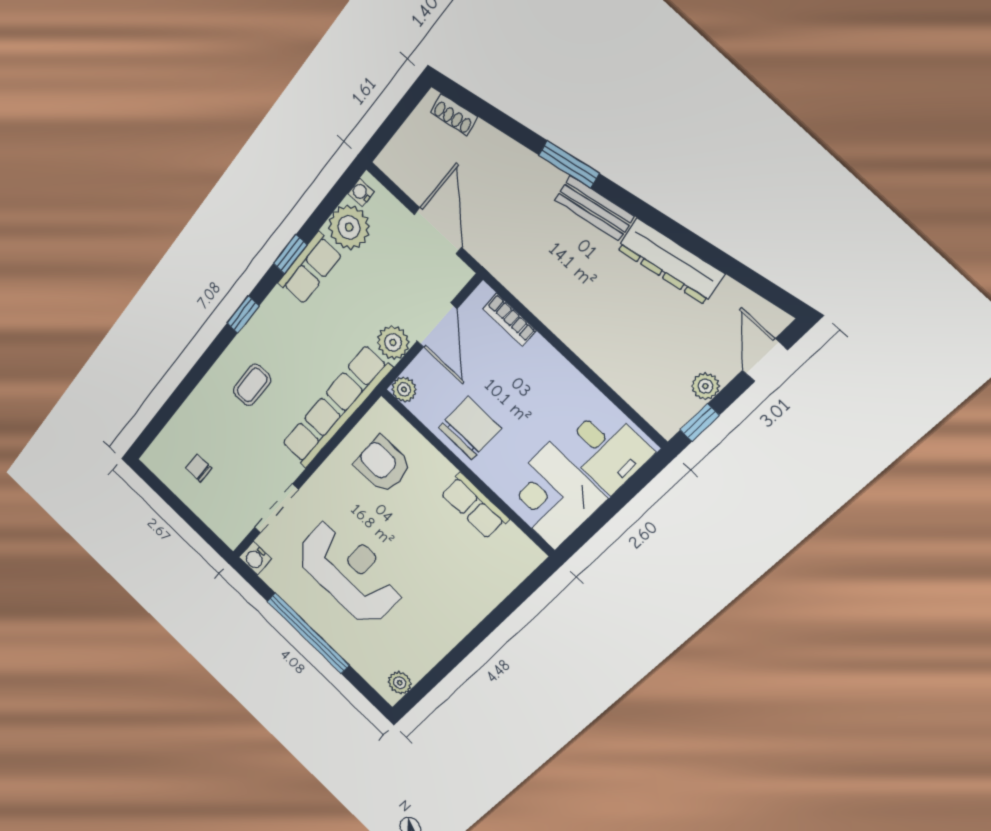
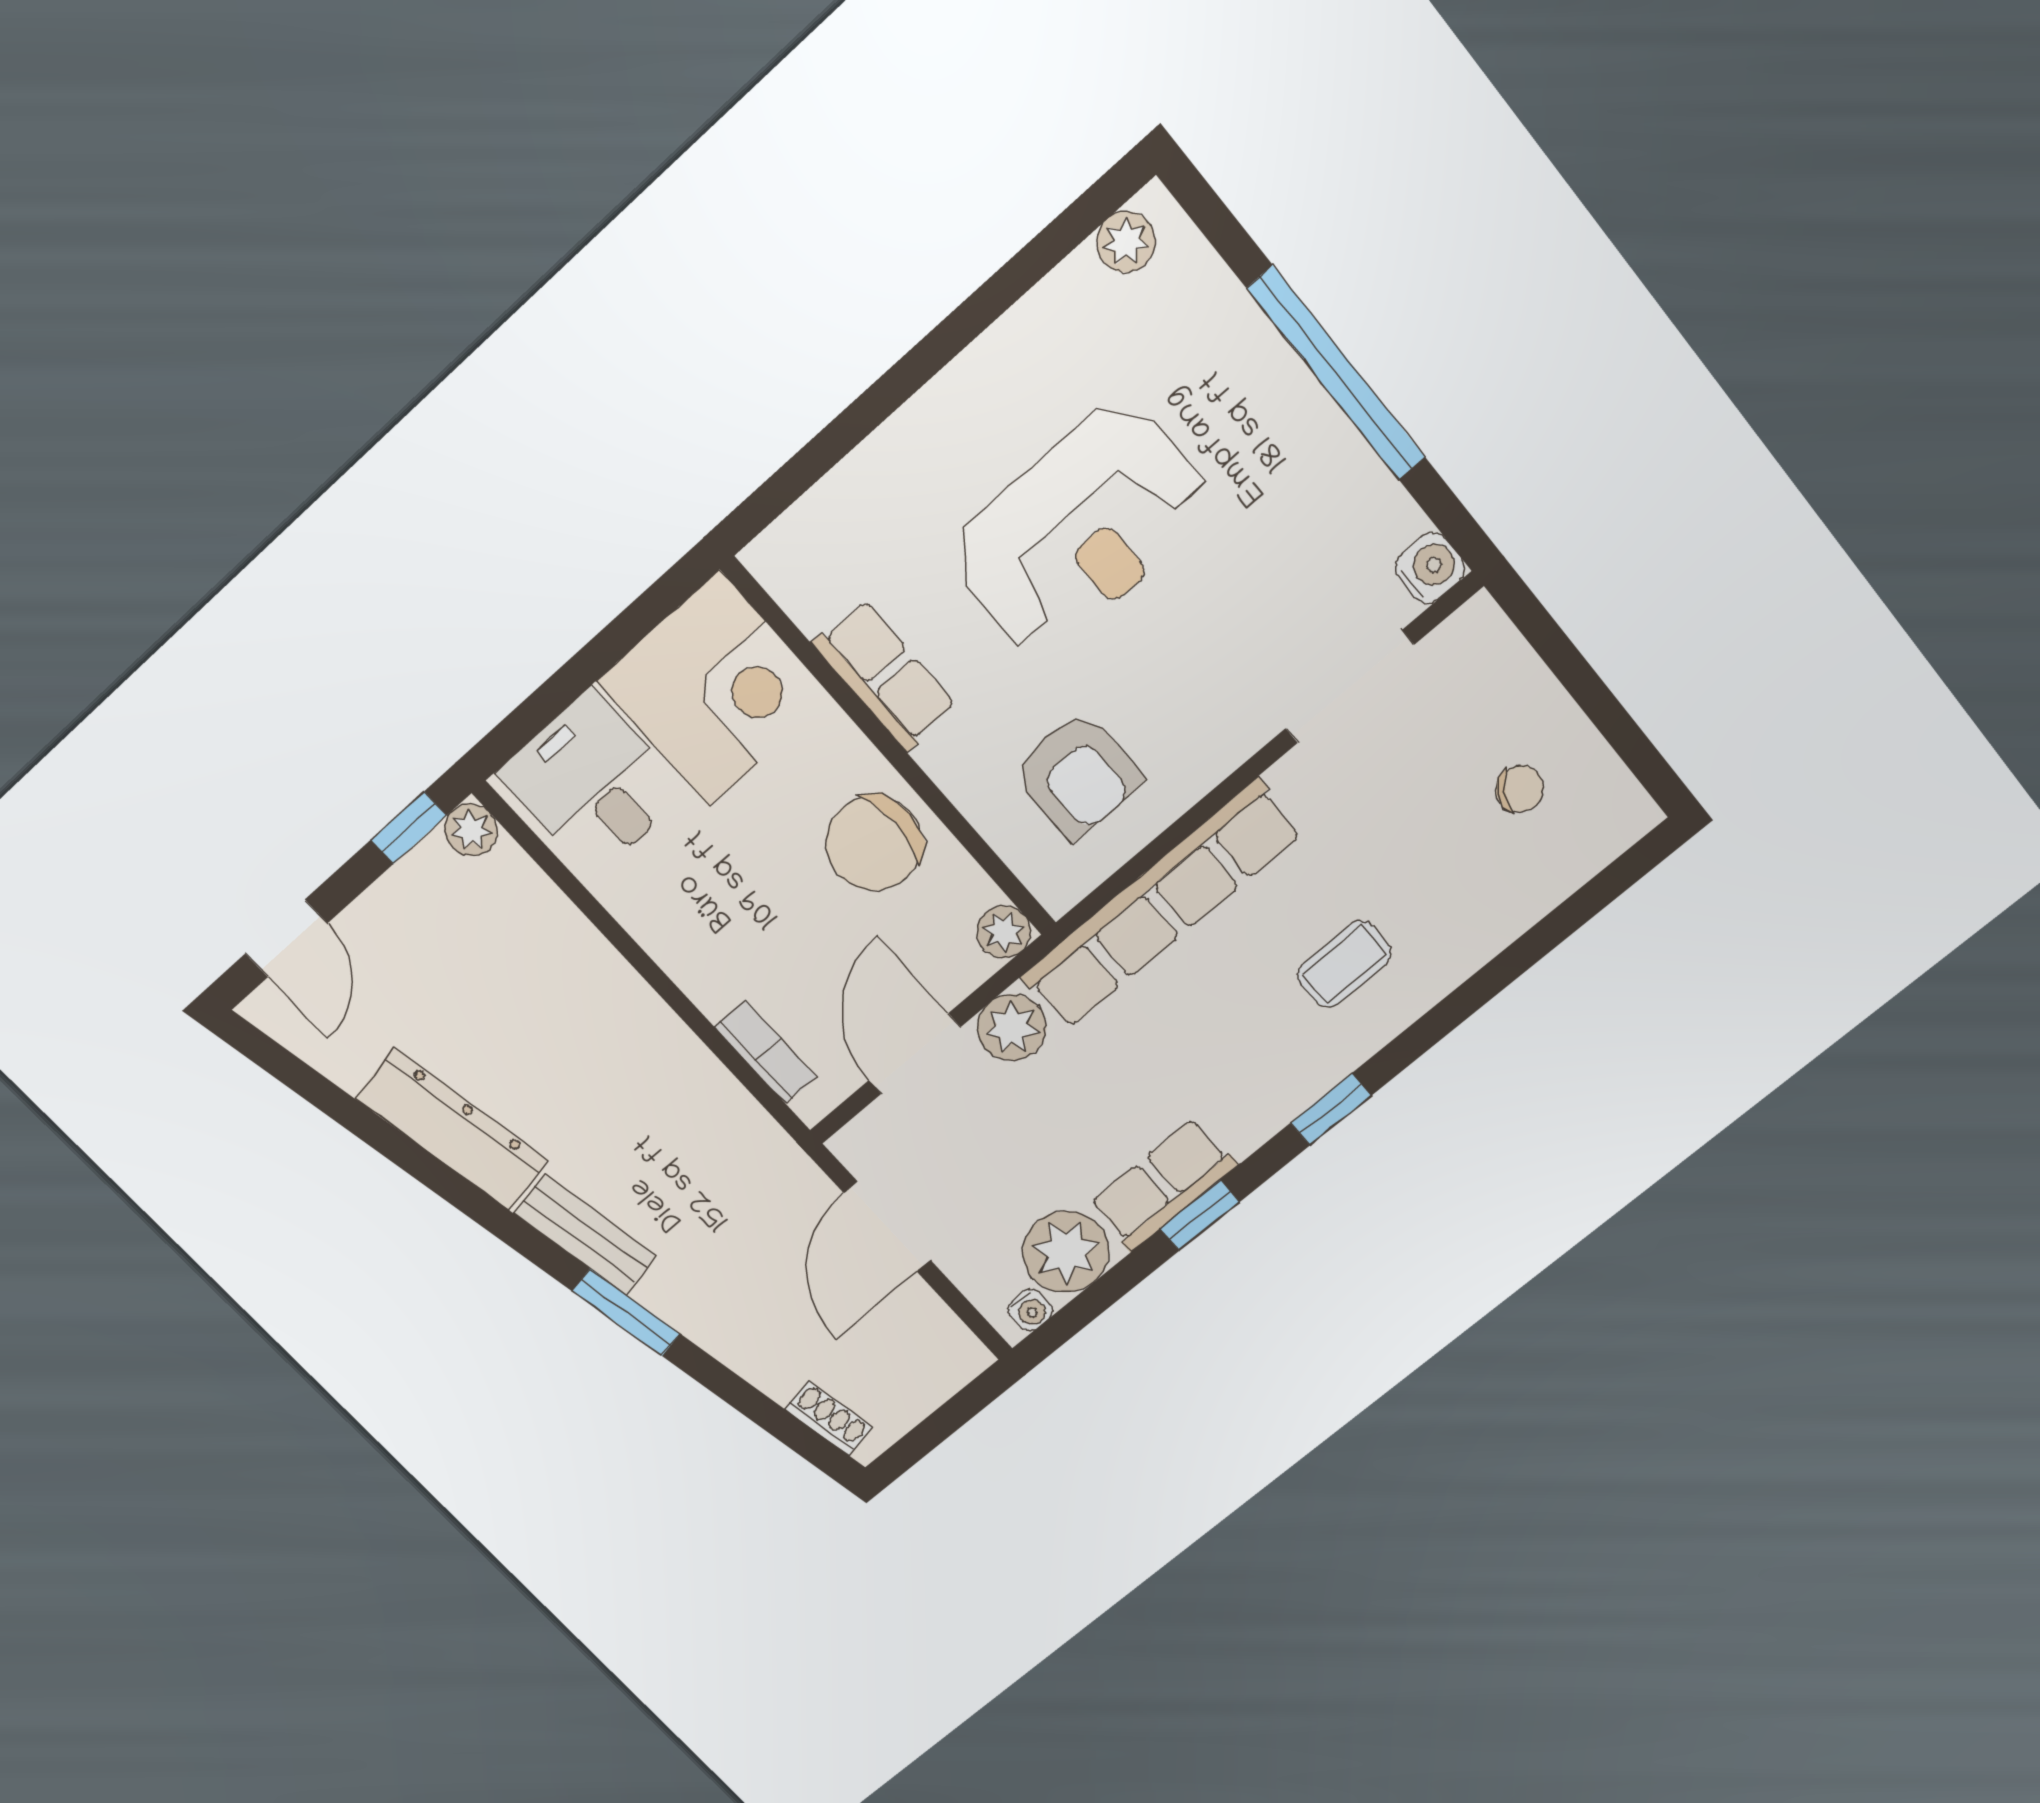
plant: (705, 386) -> (471, 830), moved
chair: (199, 468) -> (1520, 789), turned -61
reception desk: (350, 572) -> (1081, 529), moved, turned -90

